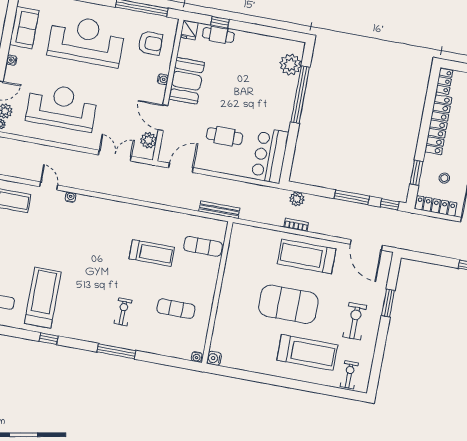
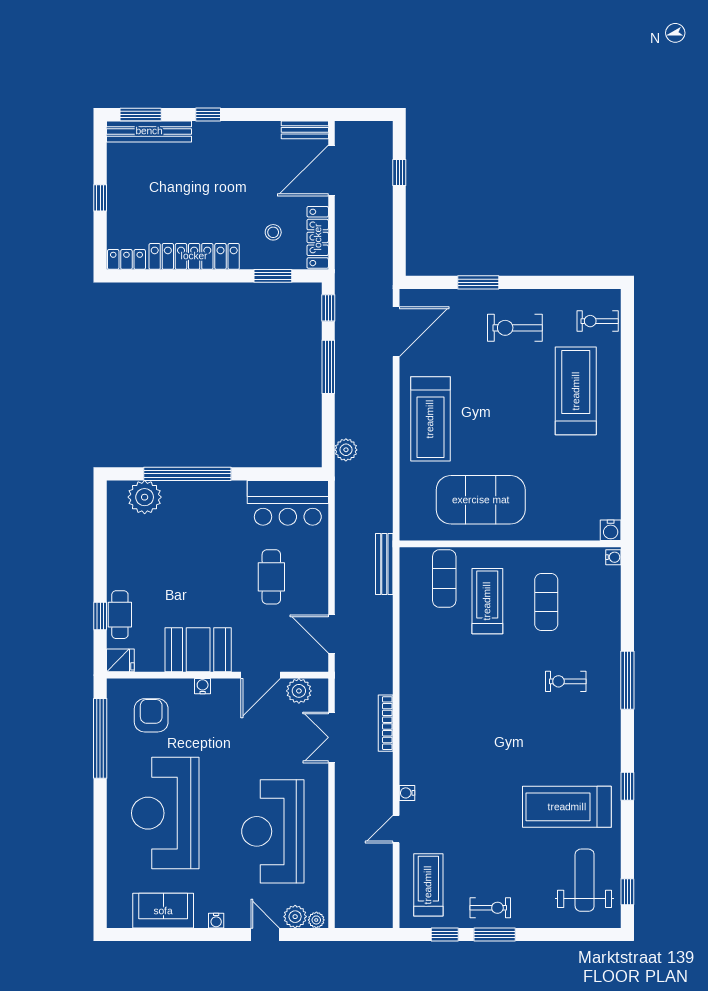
bookcase: (296, 225) -> (386, 723), moved, width x1.56
treadmill: (152, 253) -> (487, 601), moved
exercise mat: (288, 304) -> (481, 500), moved, turned 90

